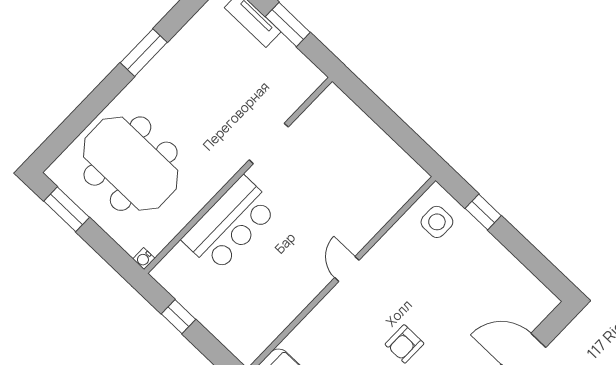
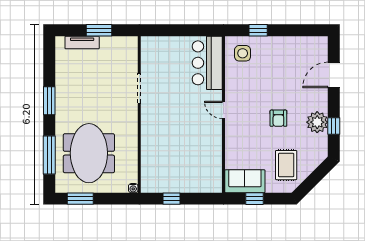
window: (80, 119) -> (49, 155), added
meeting table: (131, 164) -> (89, 153), turned 90
bar counter: (230, 224) -> (207, 63), moved, turned 180

